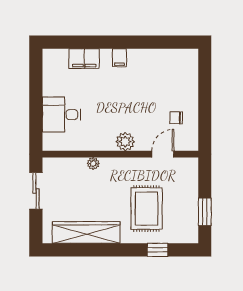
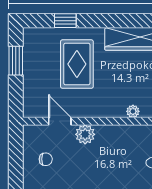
plant: (125, 142) -> (85, 134), moved
door: (163, 154) -> (60, 121), swing flipped

